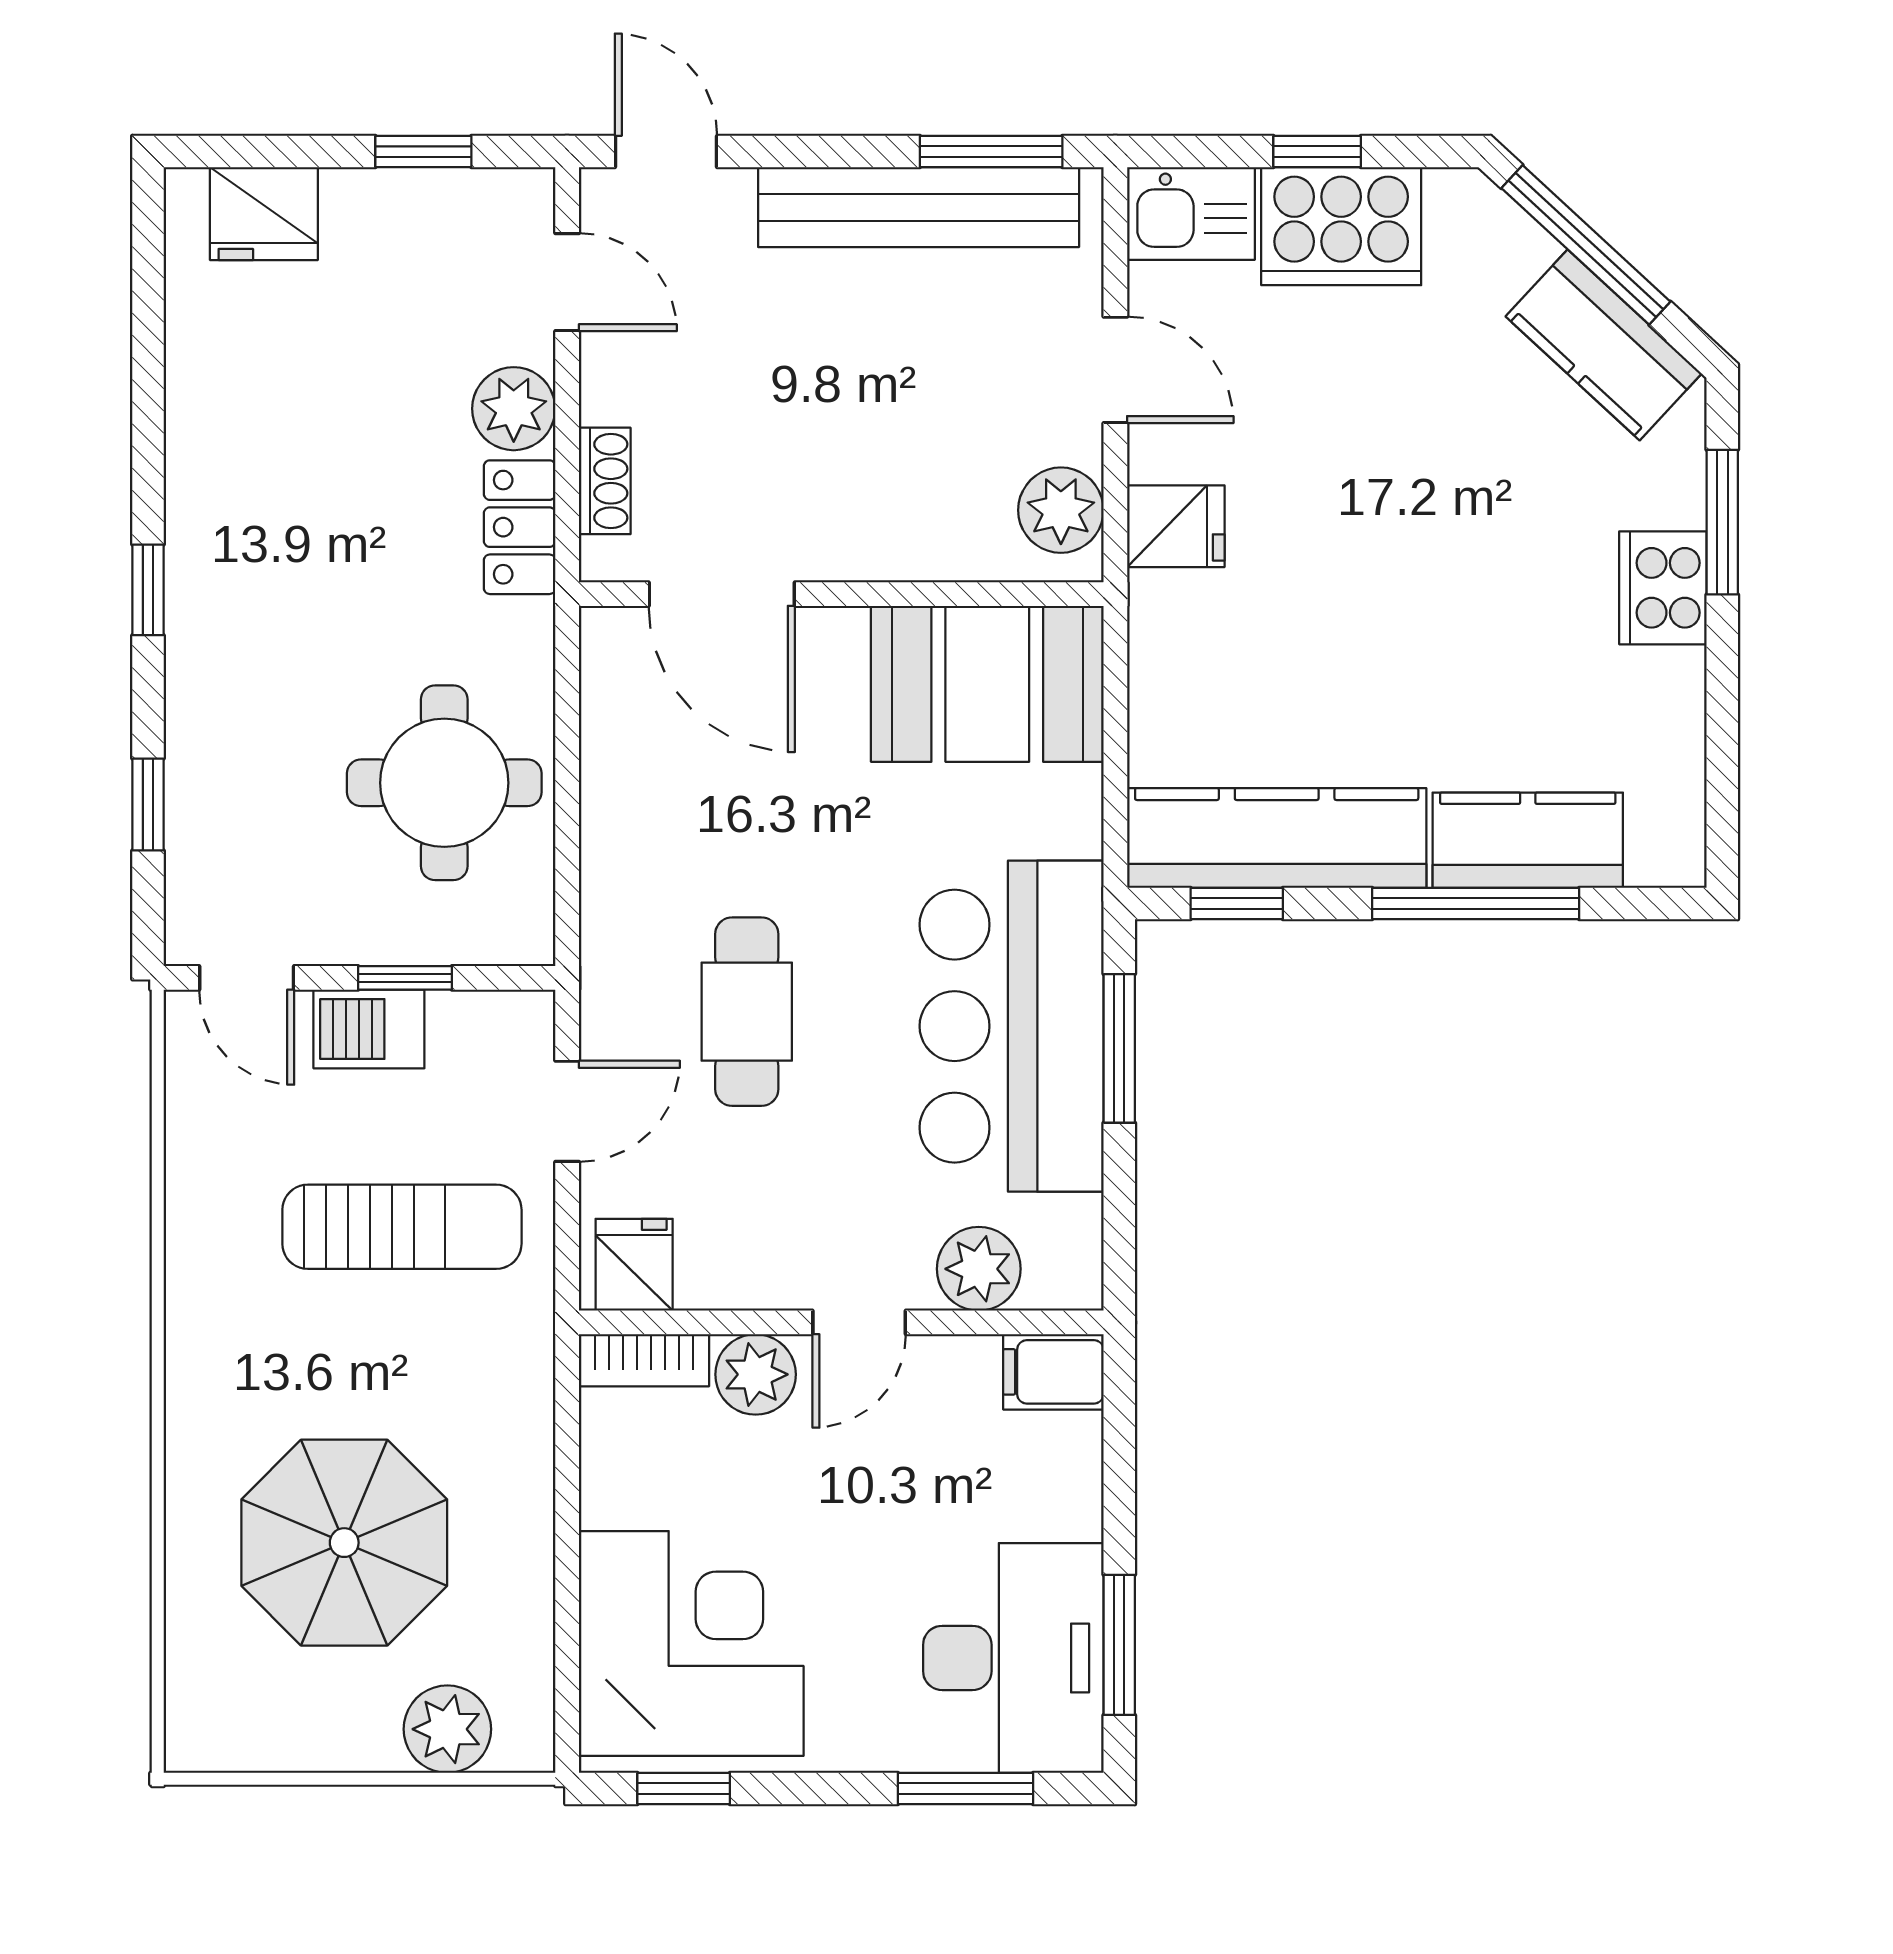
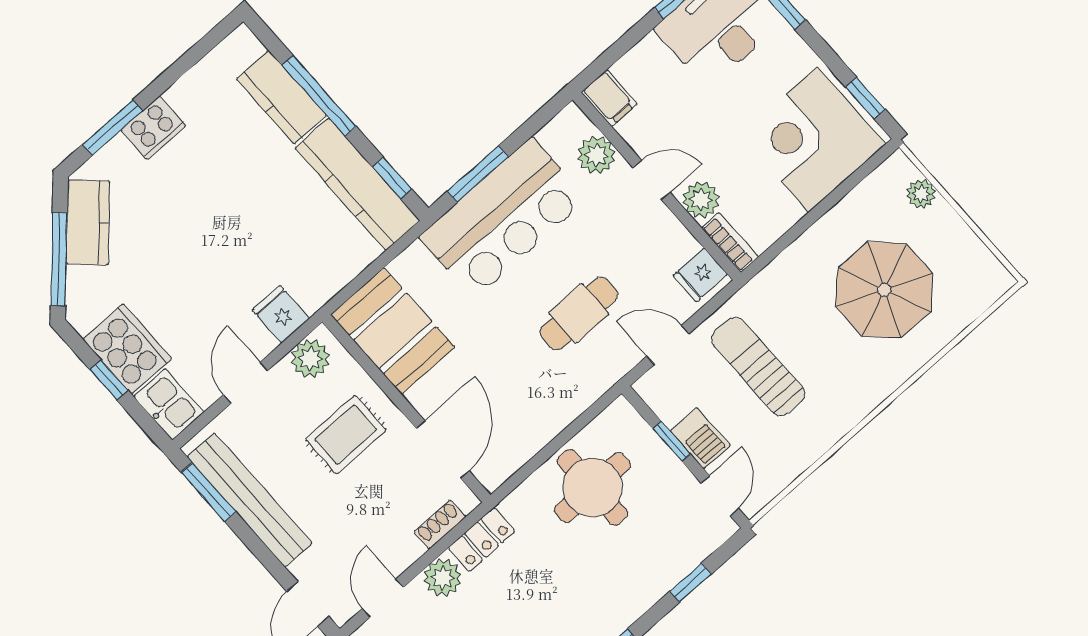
rug: (886, 458) -> (346, 435), added
plant: (447, 1729) -> (921, 194), width x0.73, depth x0.73

